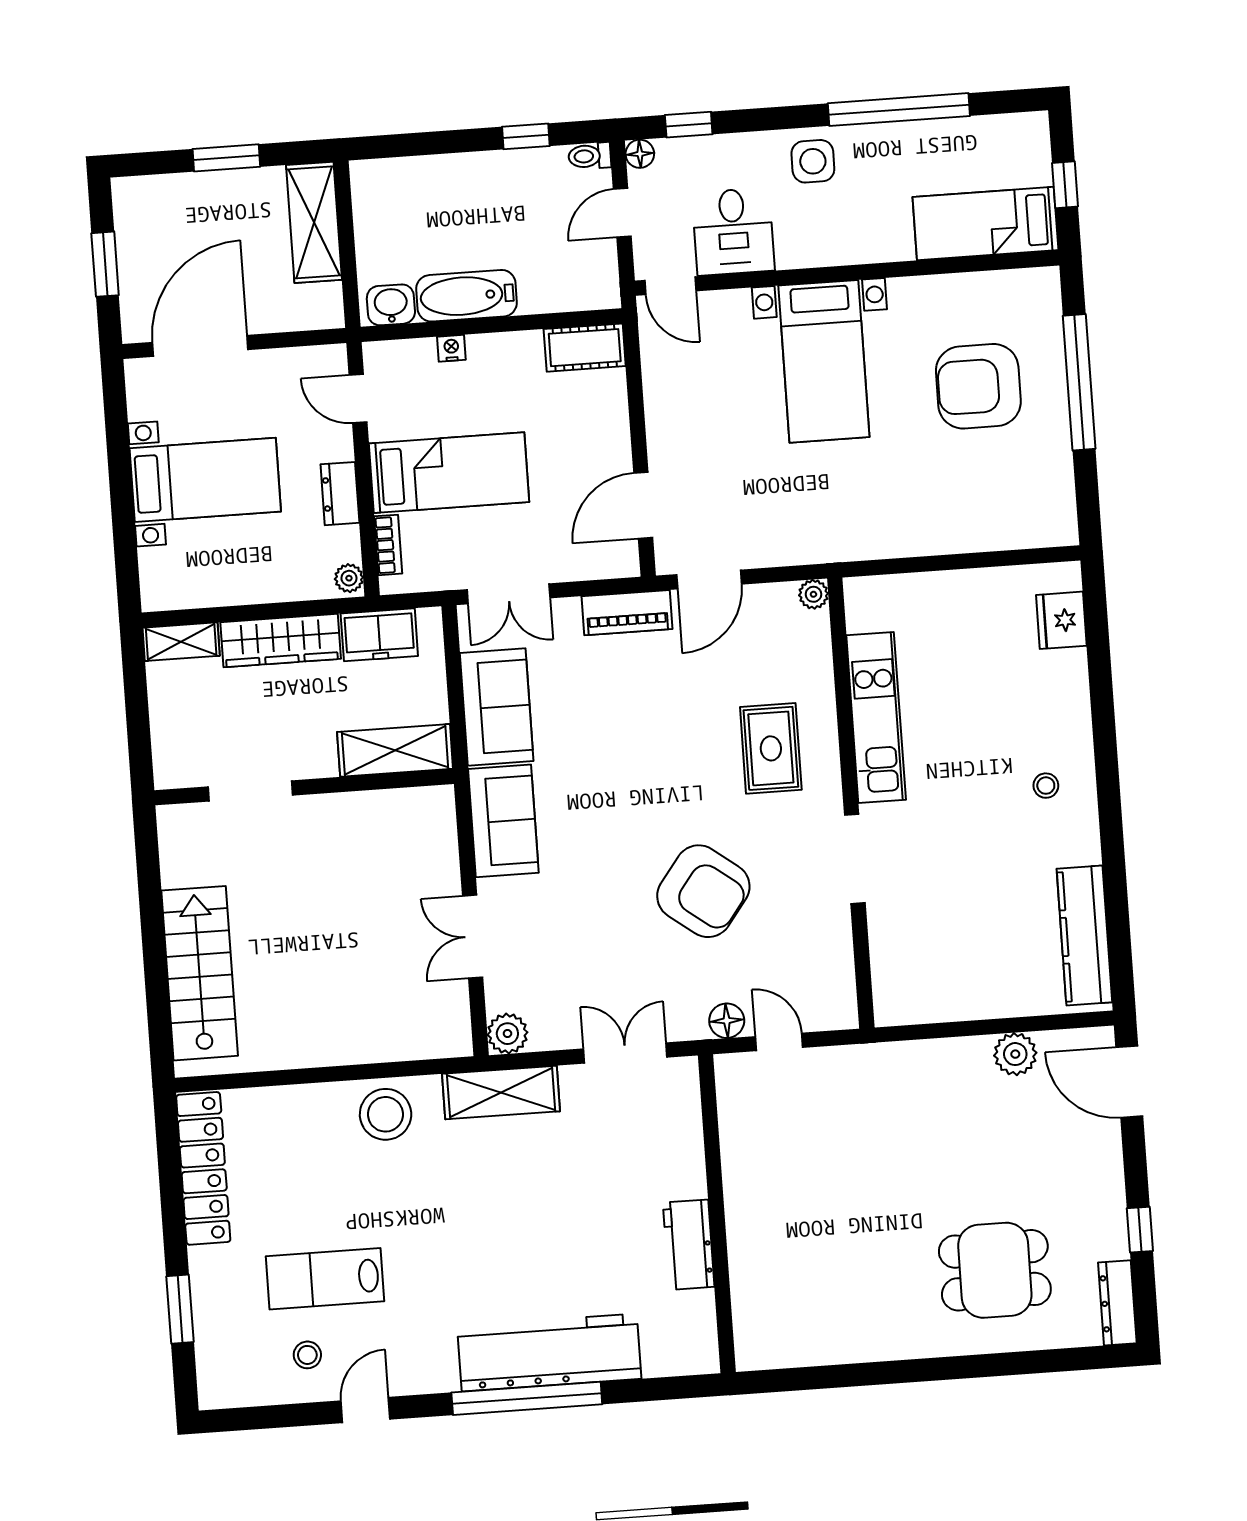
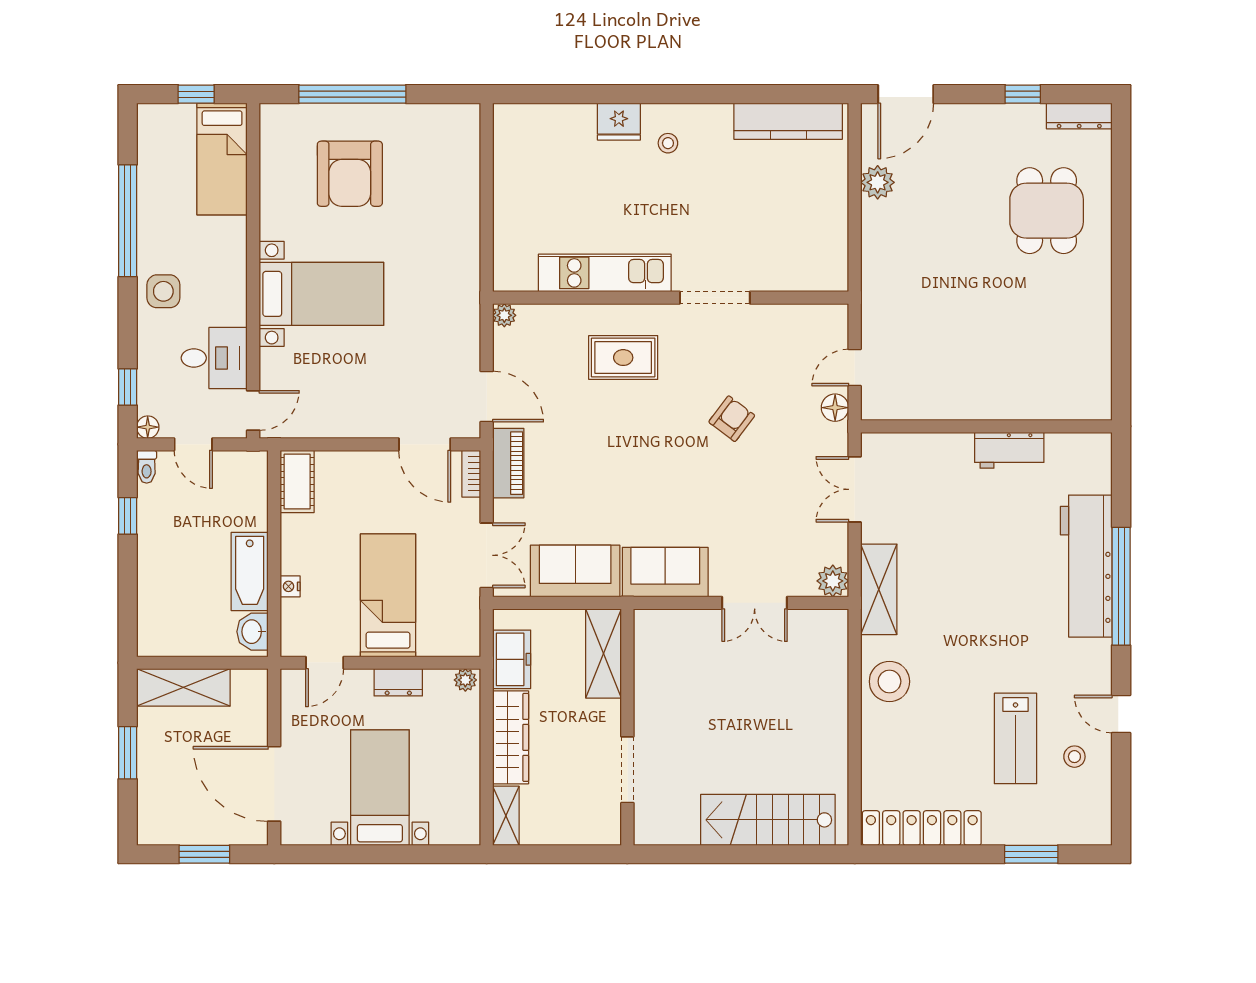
bookcase: (388, 545) -> (471, 474), moved, turned -90
fridge: (1061, 620) -> (619, 122), moved
armchair: (703, 891) -> (732, 419), width x0.53, depth x0.53

